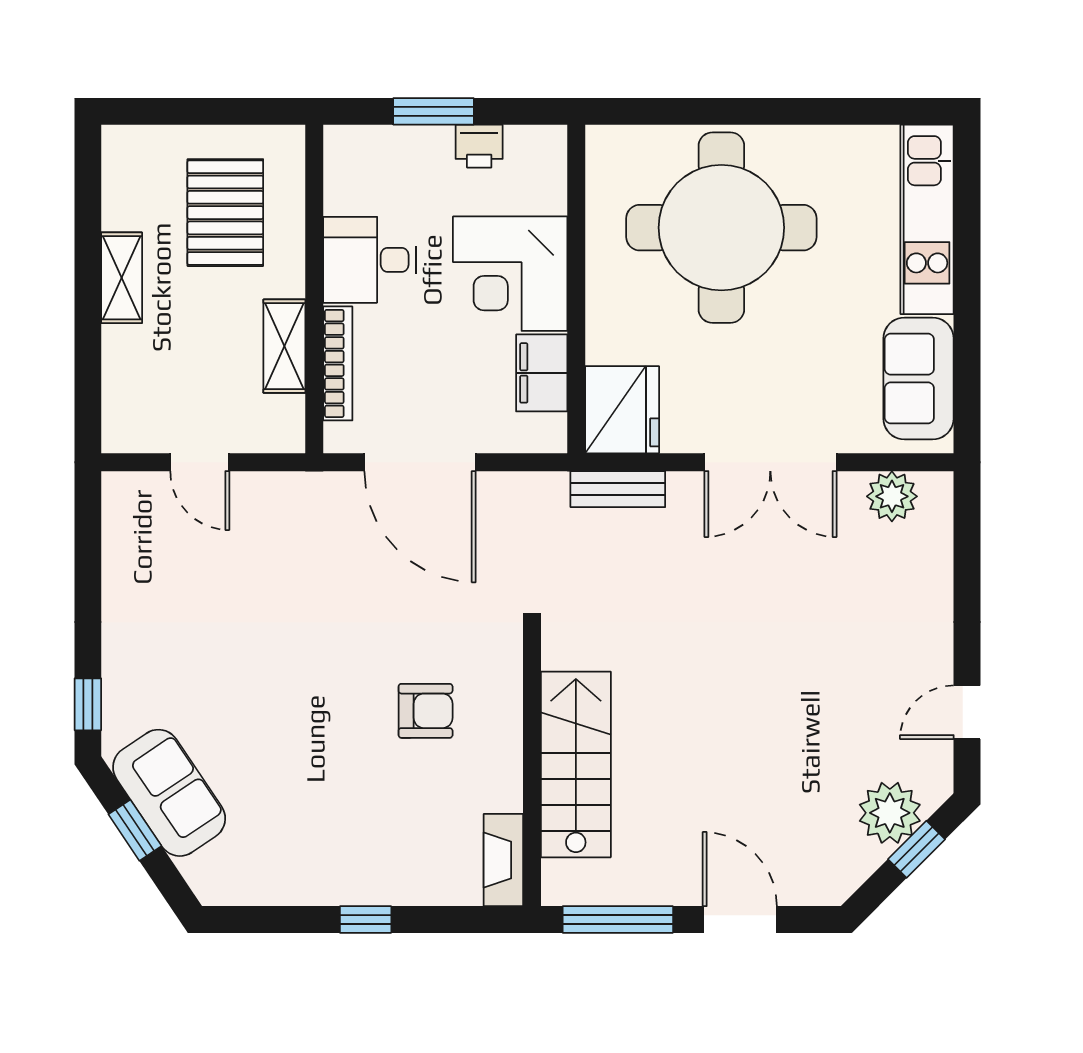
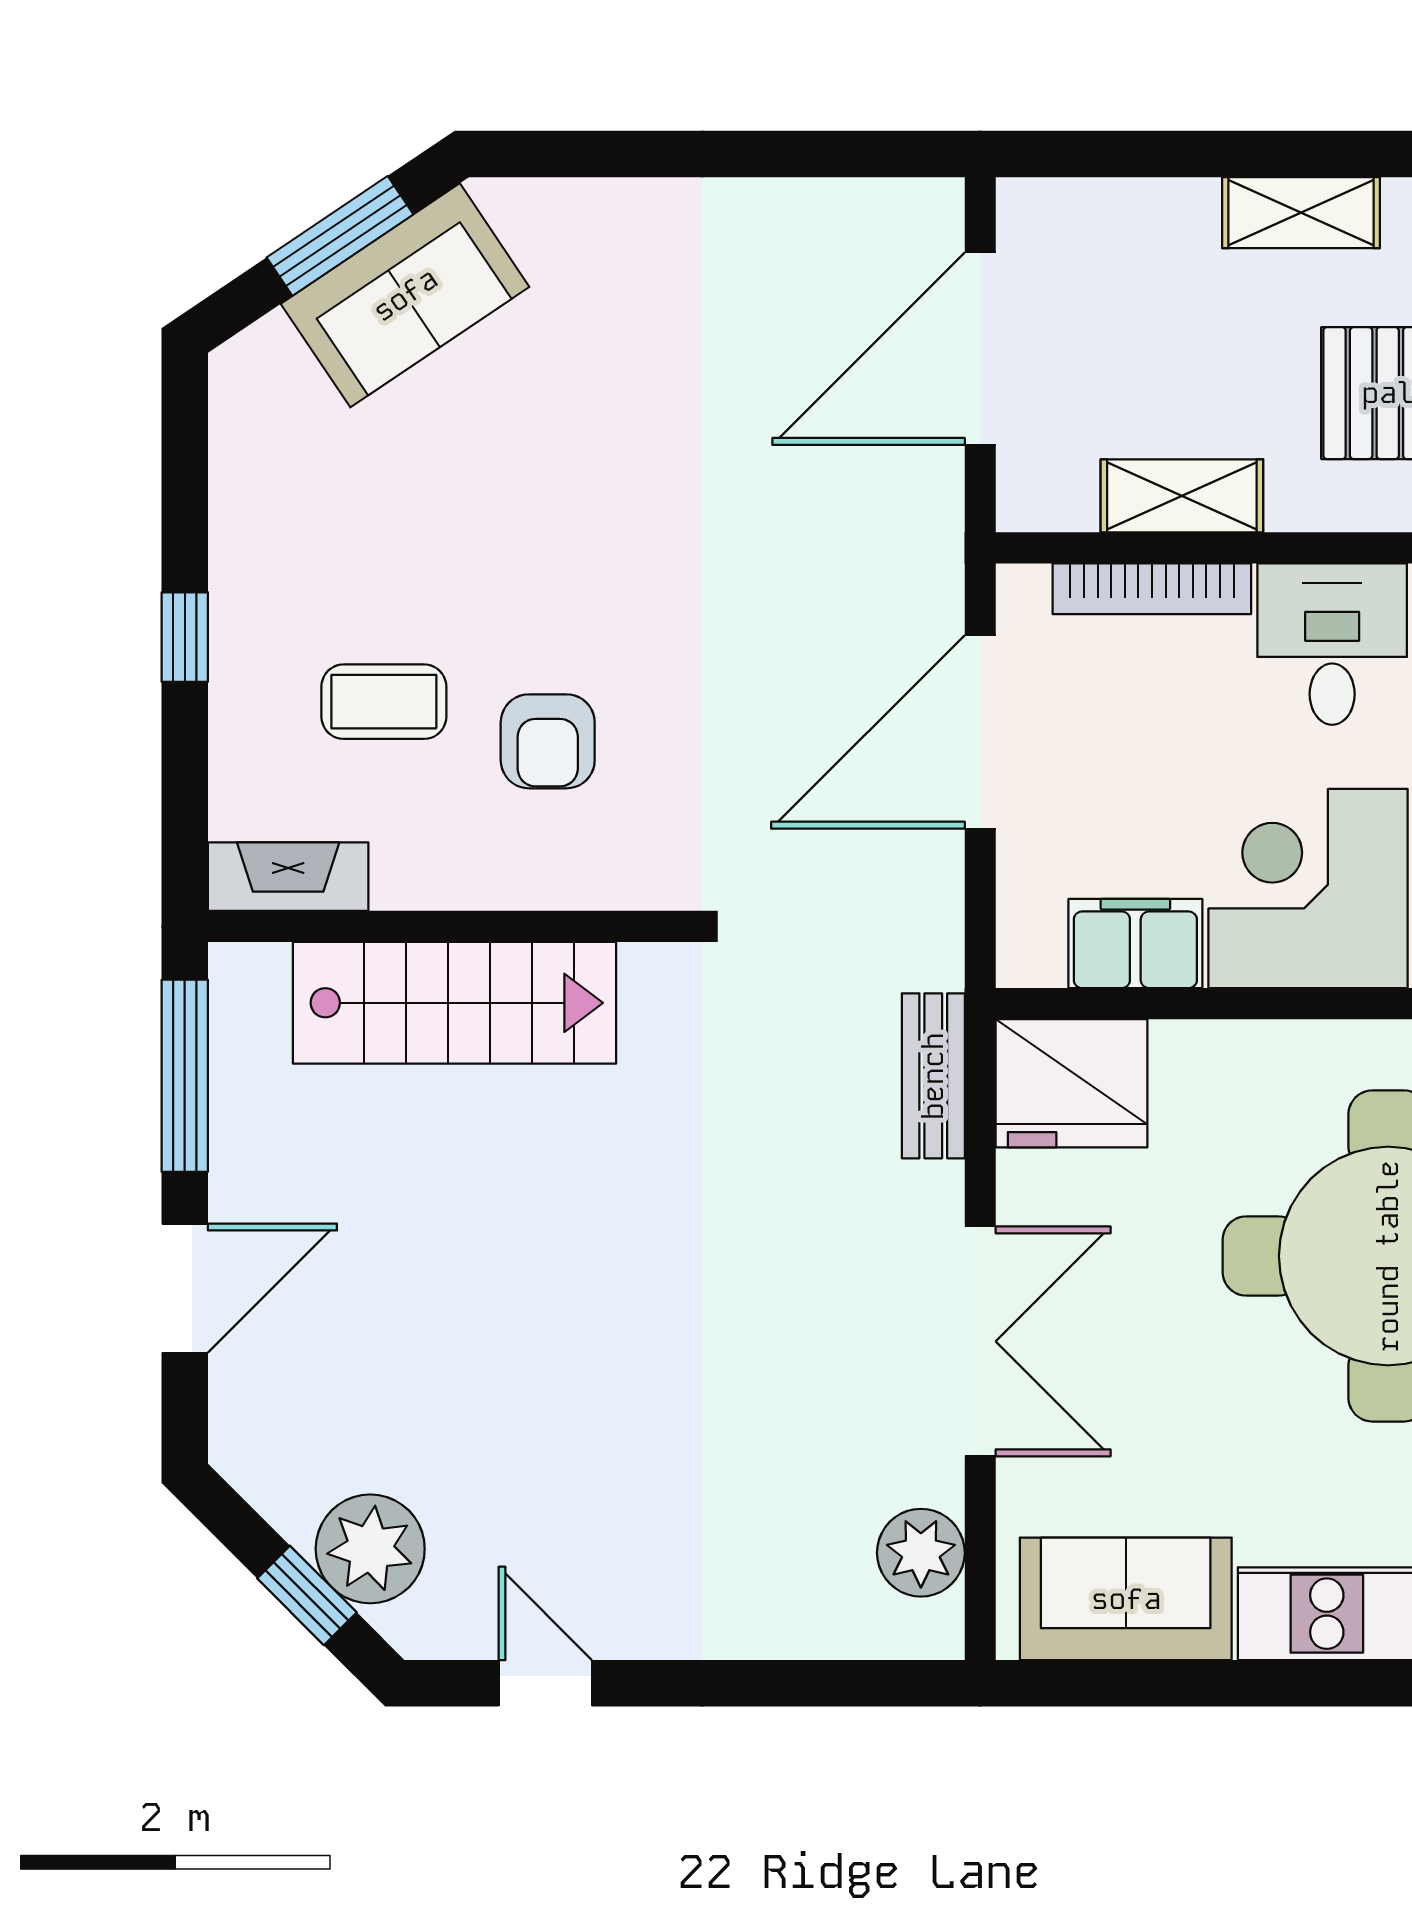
door: (200, 462) -> (980, 349), width x1.88
double door: (770, 462) -> (980, 1341), swing flipped
window: (88, 704) -> (559, 154), removed
coffee table: (403, 805) -> (384, 702), added
window: (135, 830) -> (340, 236), width x1.50

